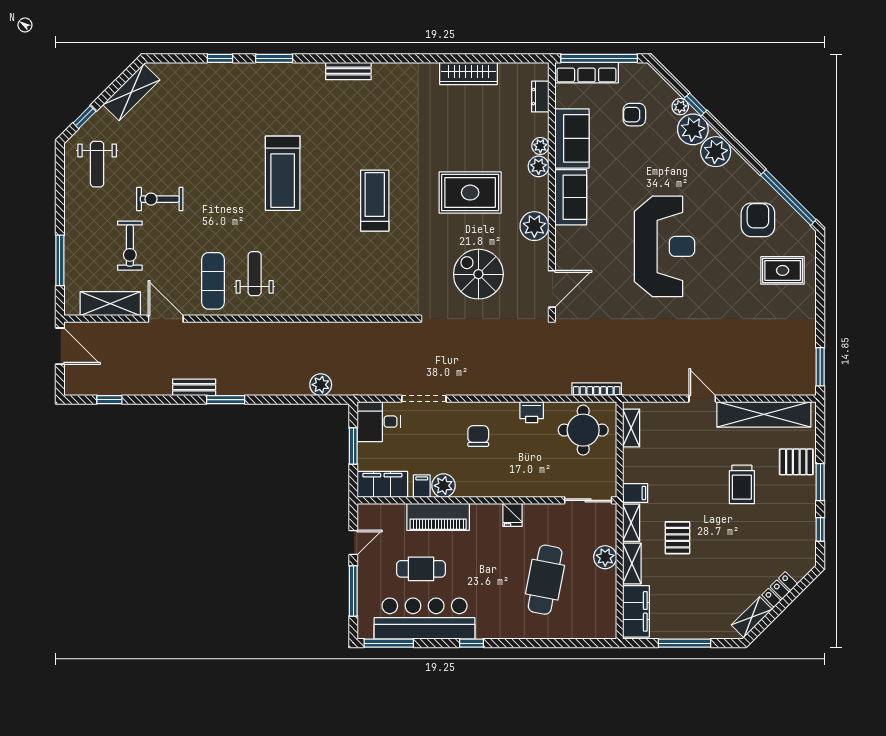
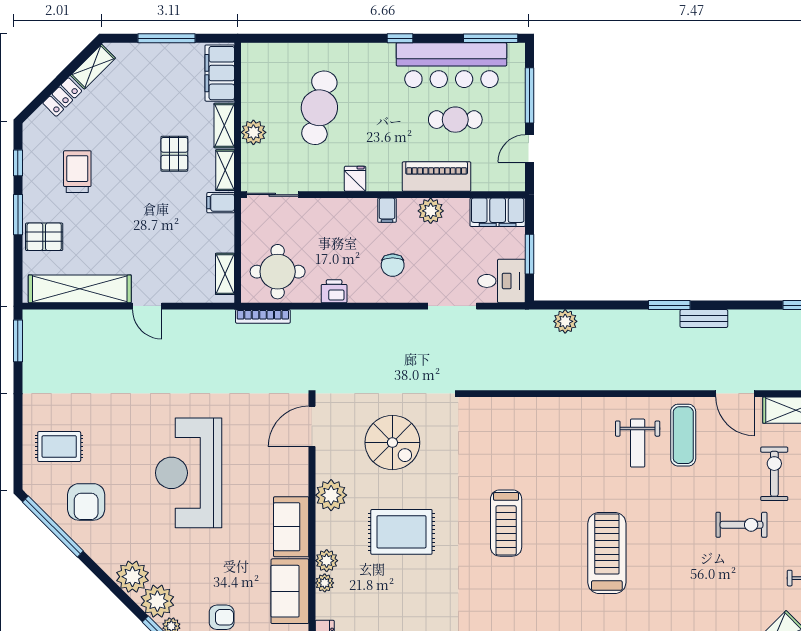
trolley: (742, 484) -> (77, 172), moved
filing cabinet: (422, 486) -> (387, 210), moved

